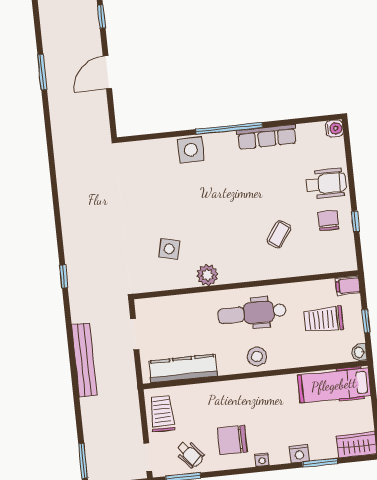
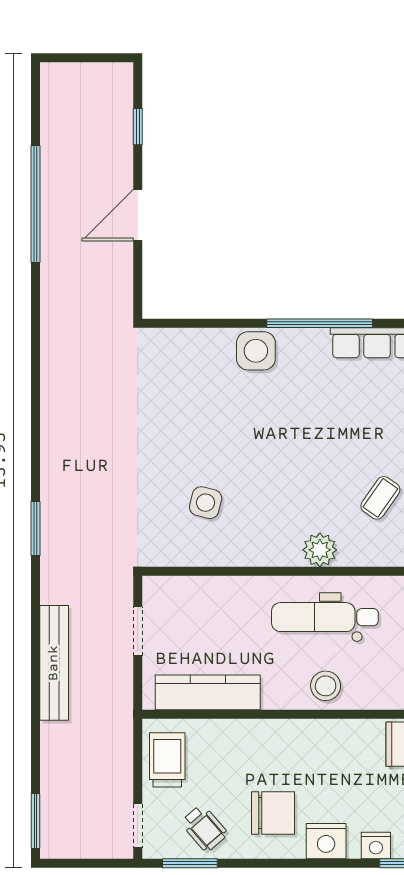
window: (42, 72) -> (35, 204), width x2.11
plant: (207, 275) -> (320, 550), moved
window: (64, 277) -> (35, 529), width x1.50
chair: (232, 440) -> (273, 813), turned 180
nightstand: (262, 460) -> (326, 841), width x1.89, depth x1.79

